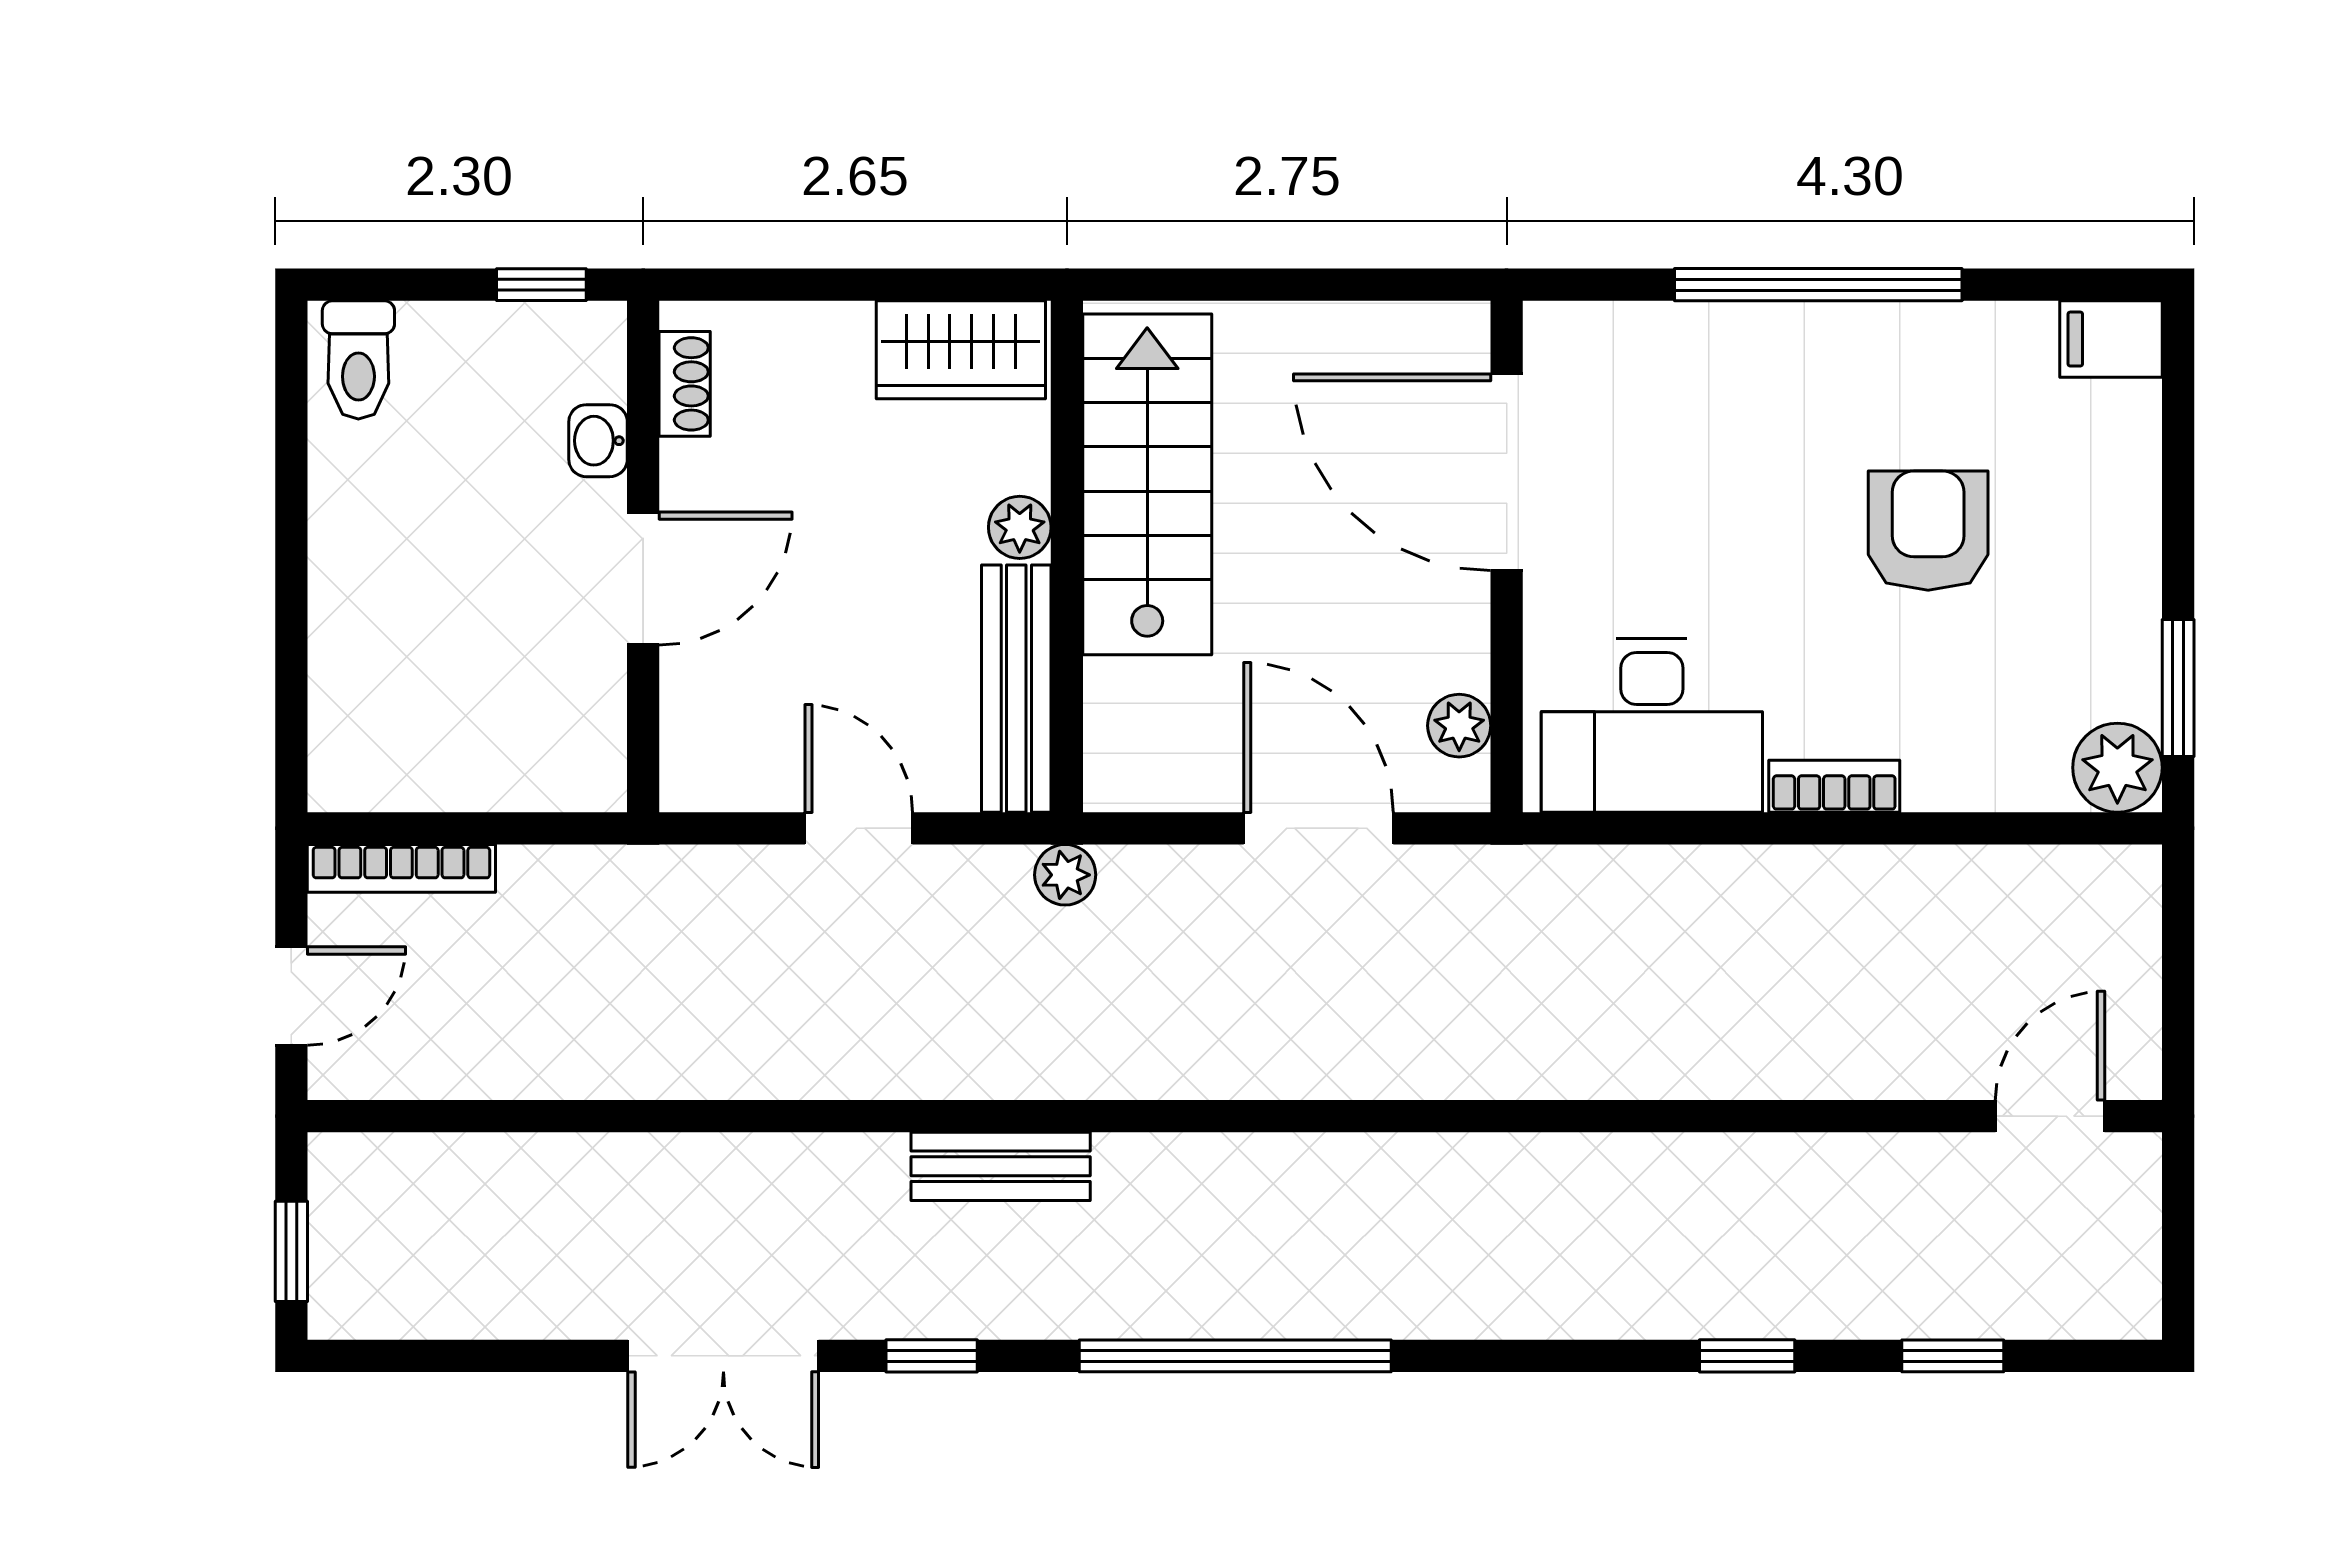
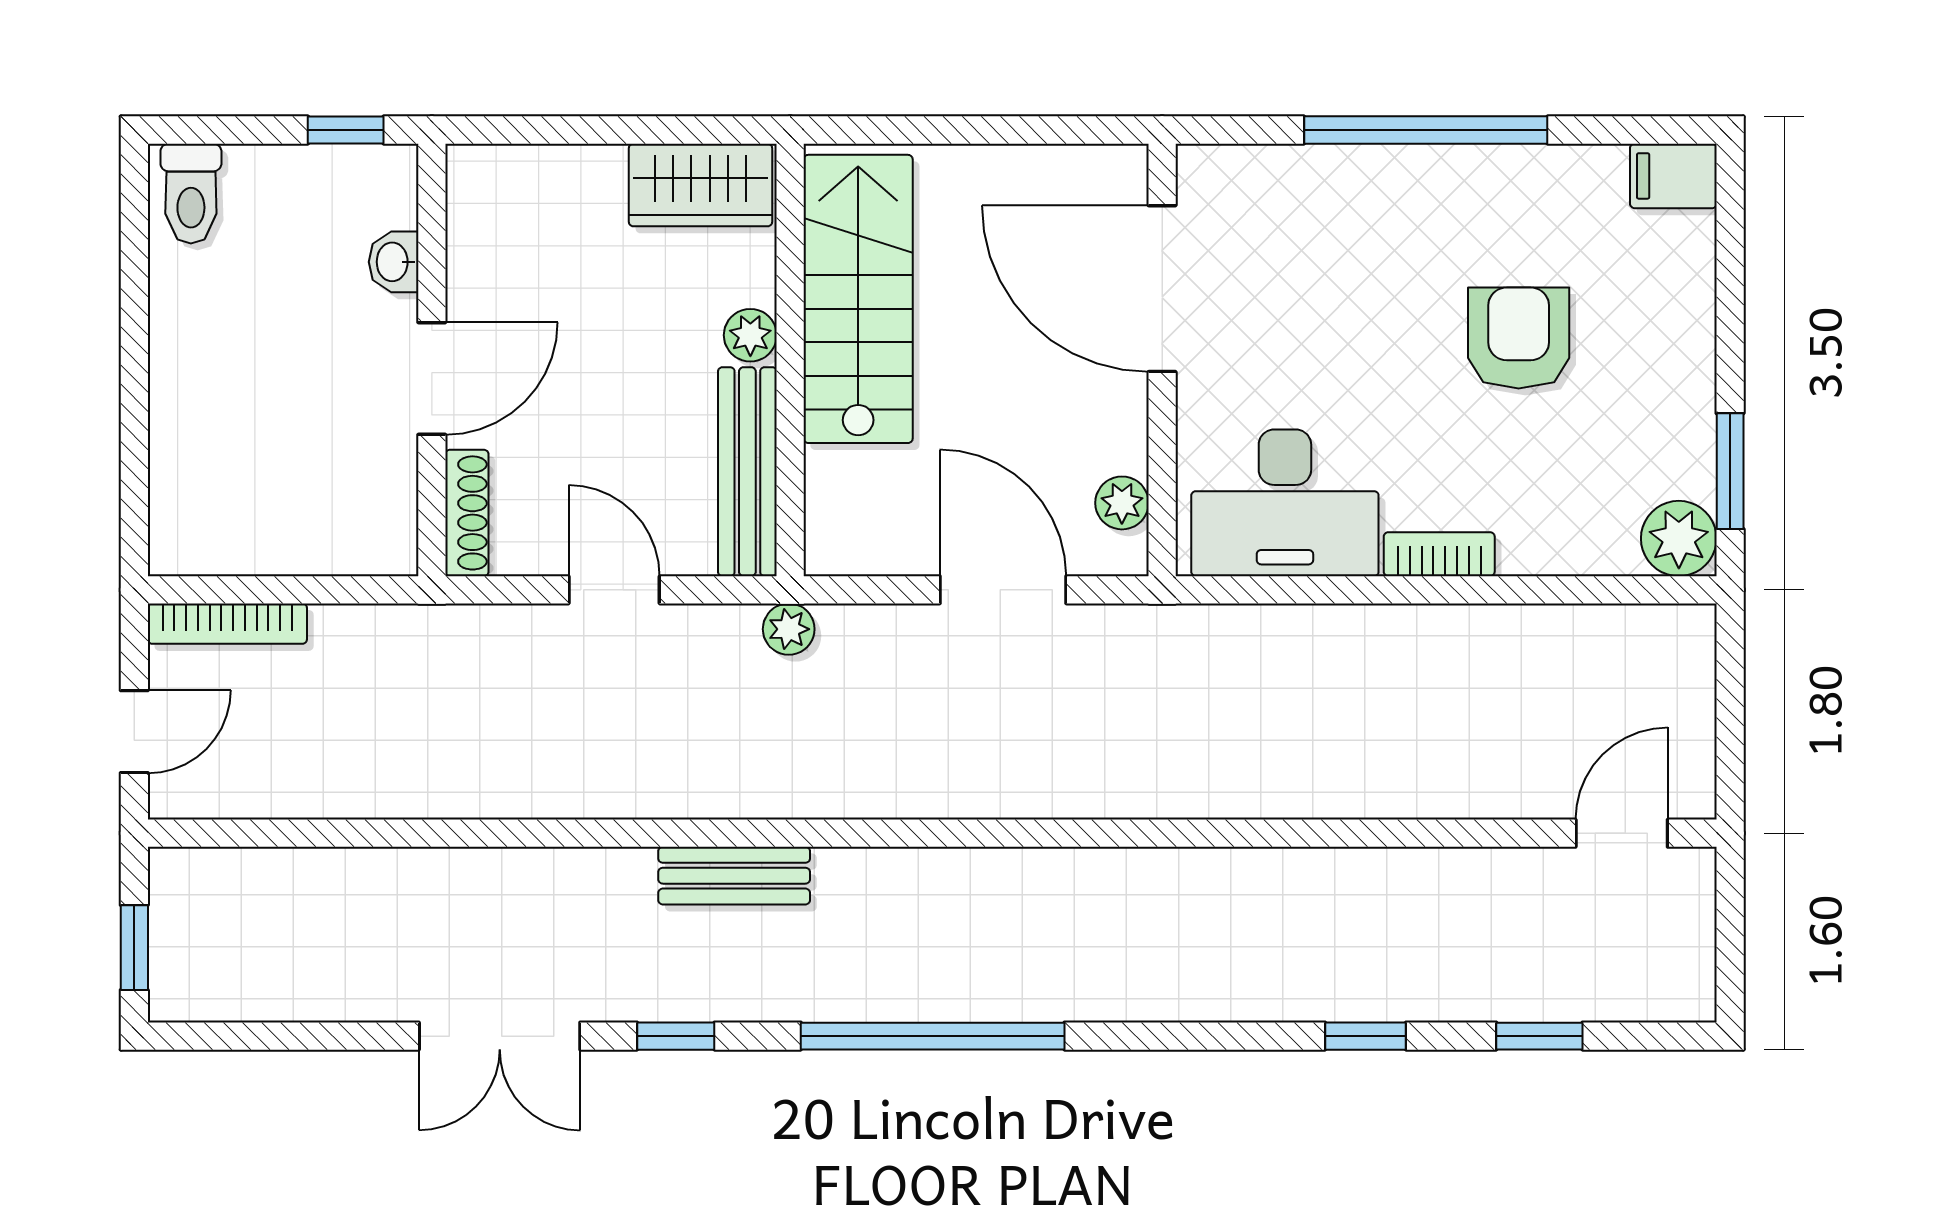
shoe rack: (685, 384) -> (467, 513), moved, width x1.43

